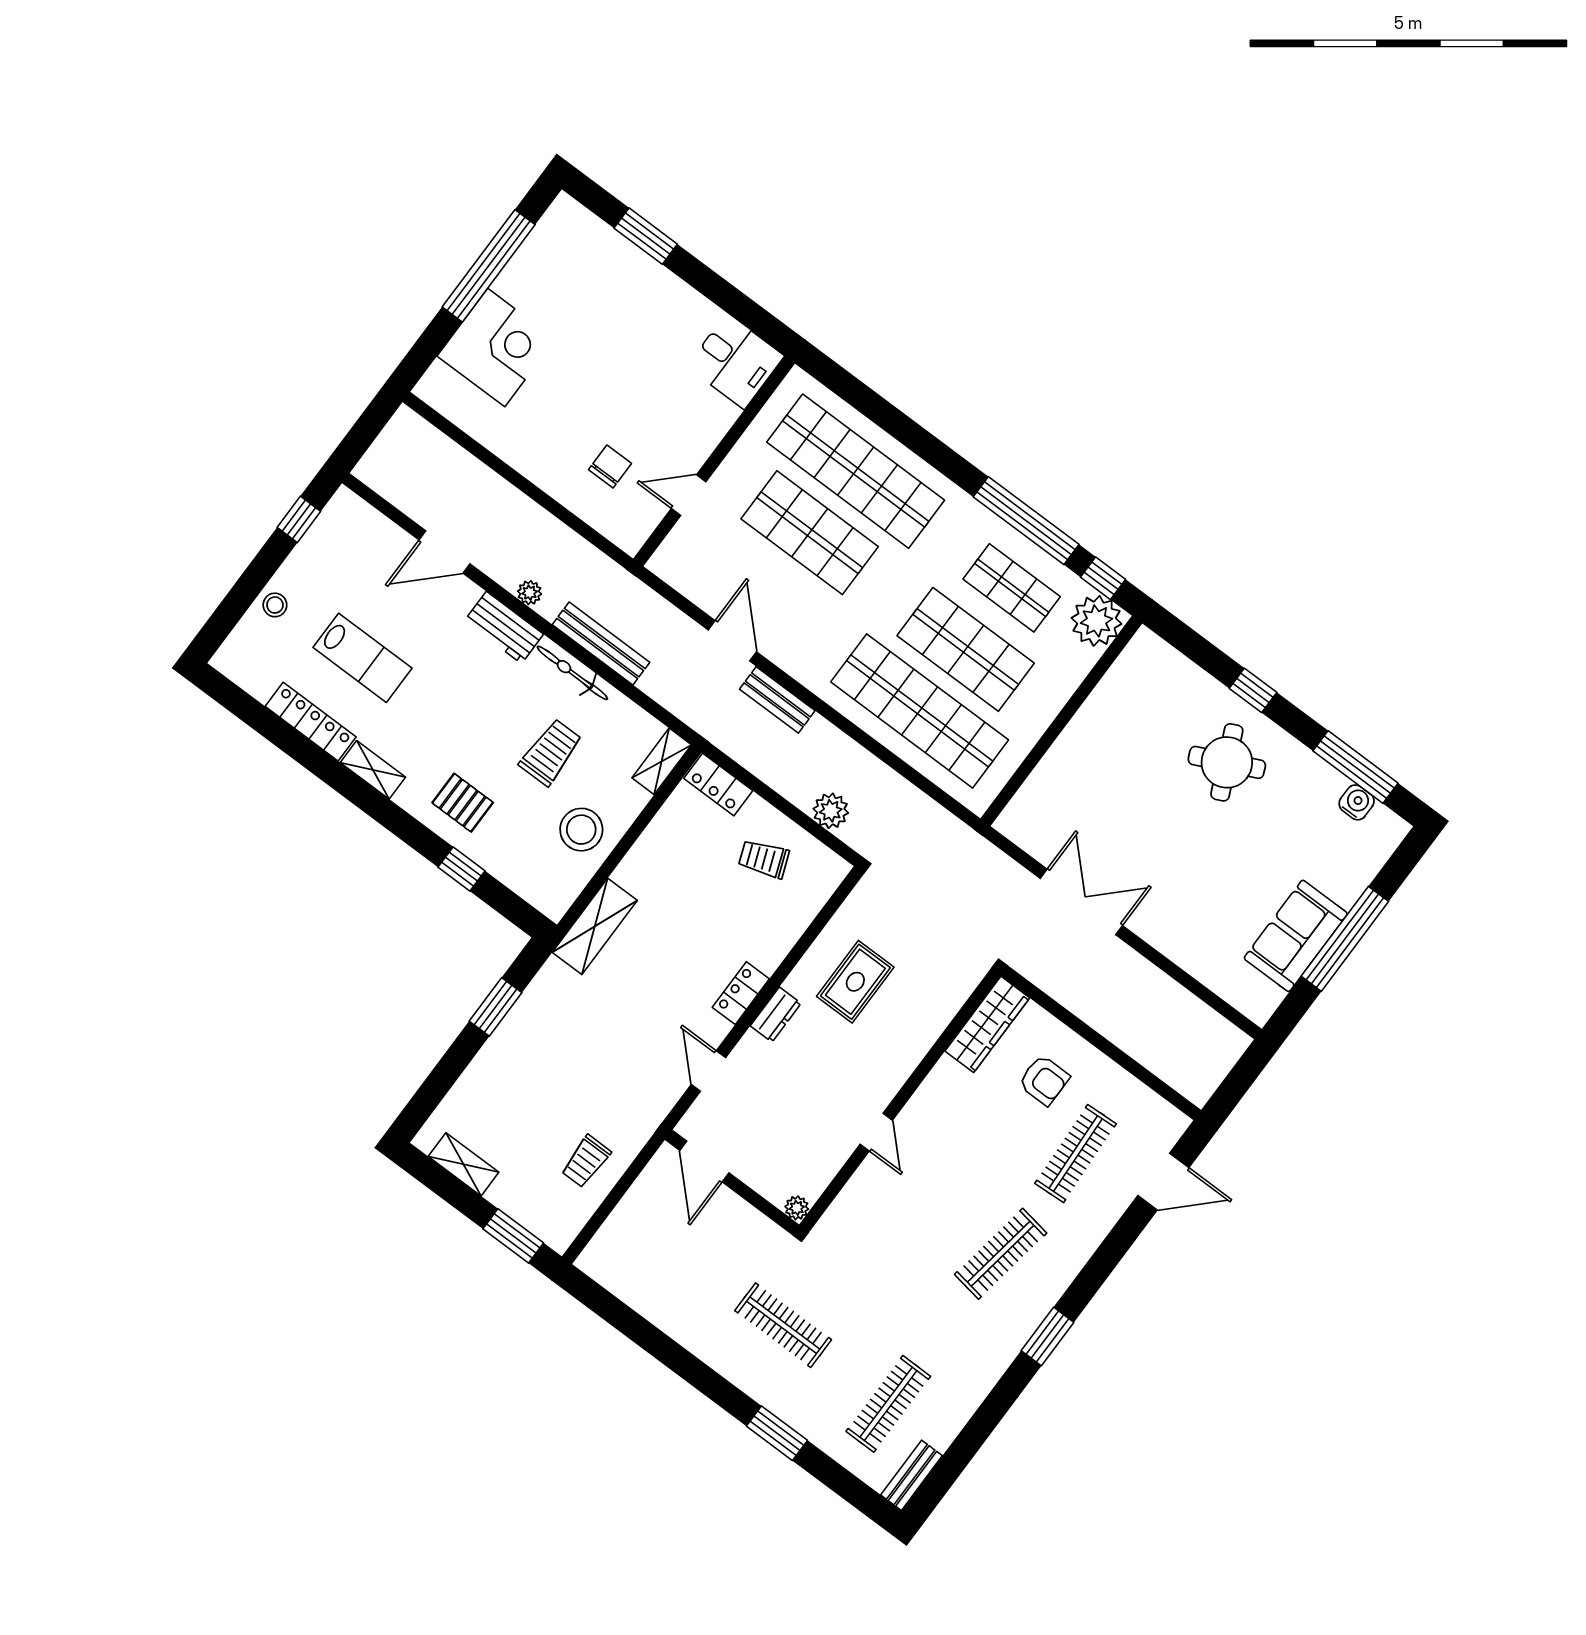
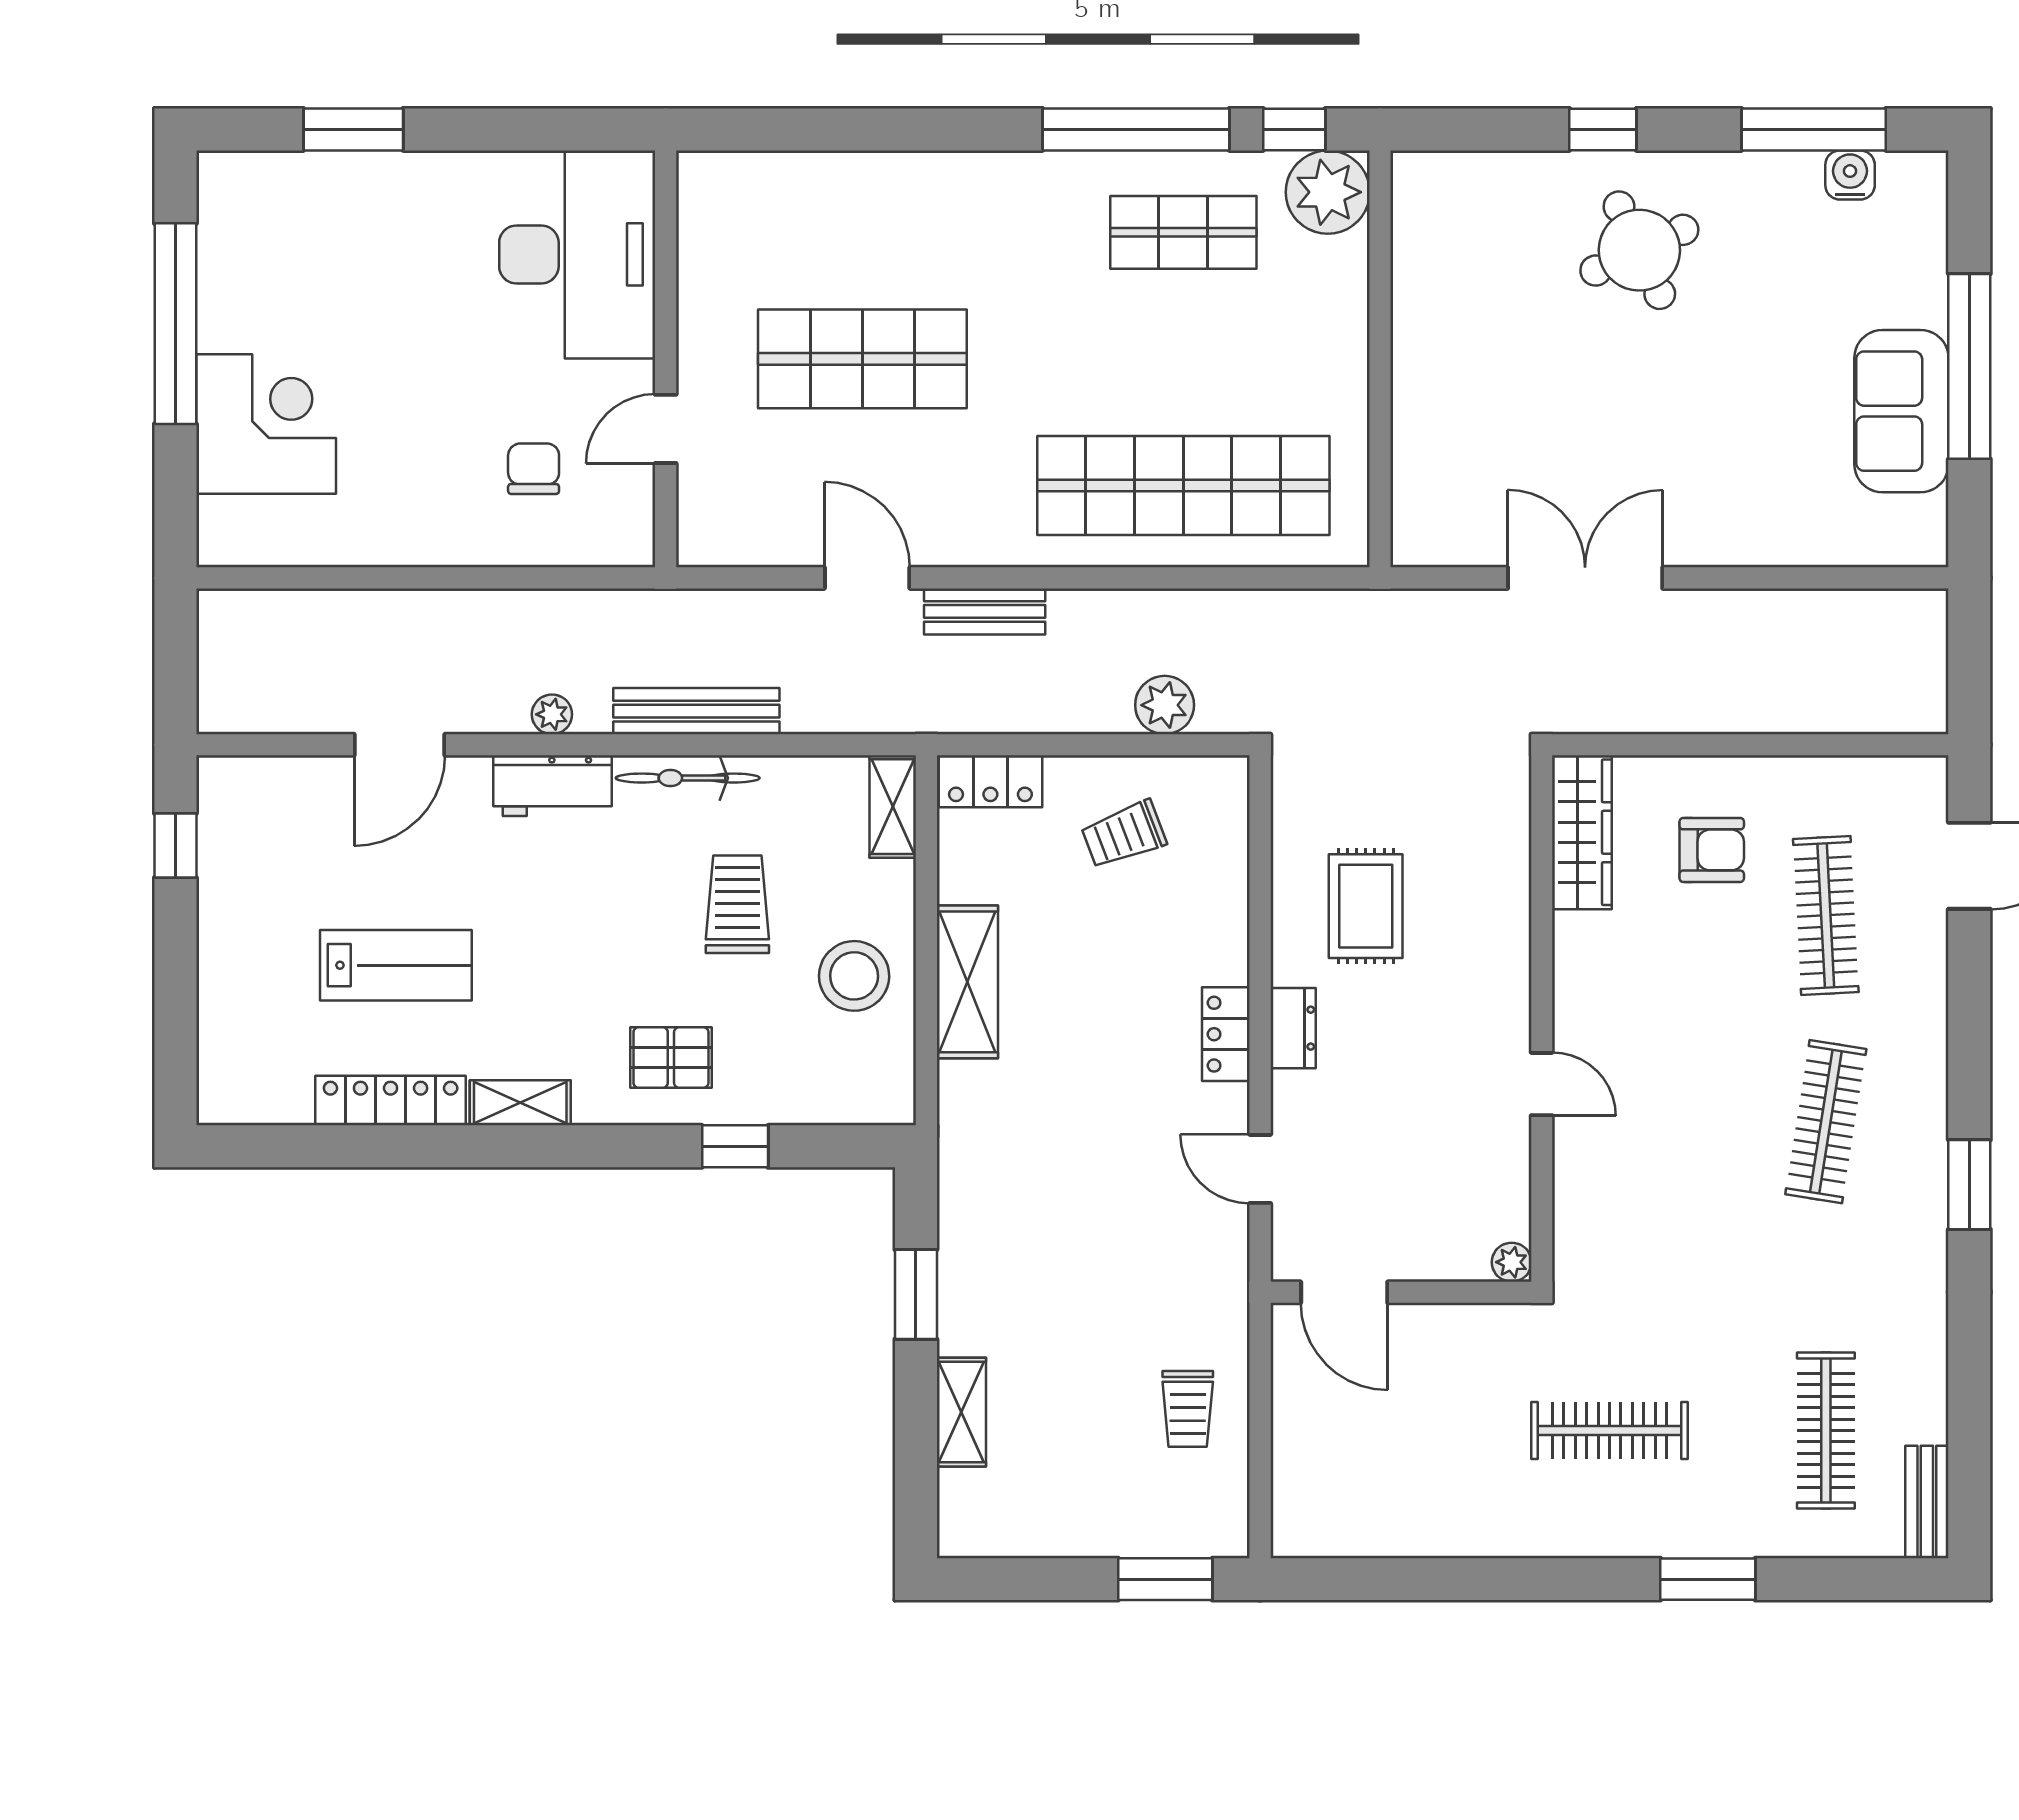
desk: (735, 361) -> (577, 254), width x1.87, depth x1.30
shop shelf: (856, 471) -> (862, 232), removed
stool: (275, 605) -> (228, 982), removed
shop shelf: (966, 649) -> (1183, 359), removed
shelving: (595, 926) -> (967, 982), moved
shelving: (464, 1164) -> (961, 1412), moved, turned 90

